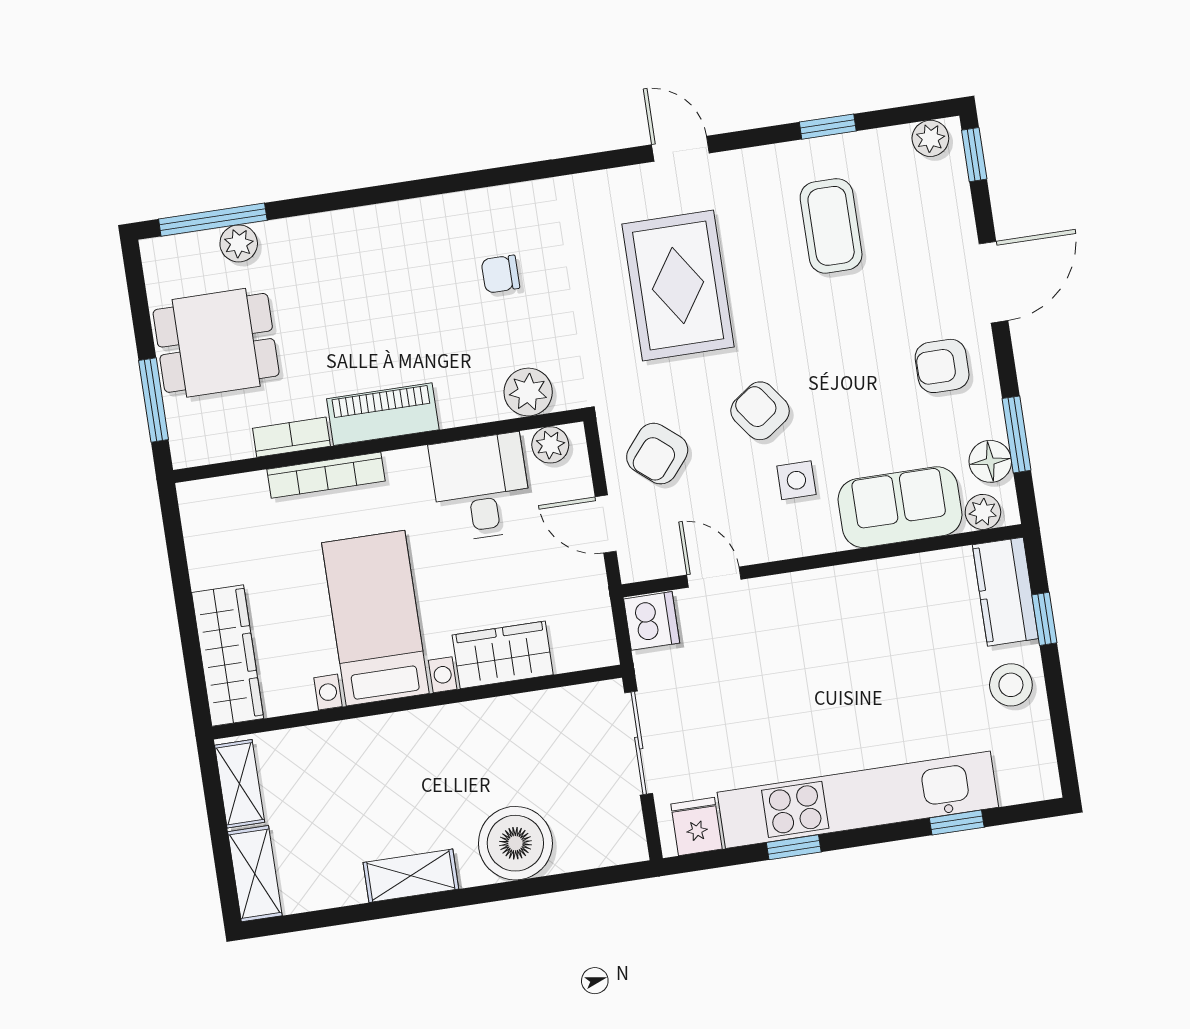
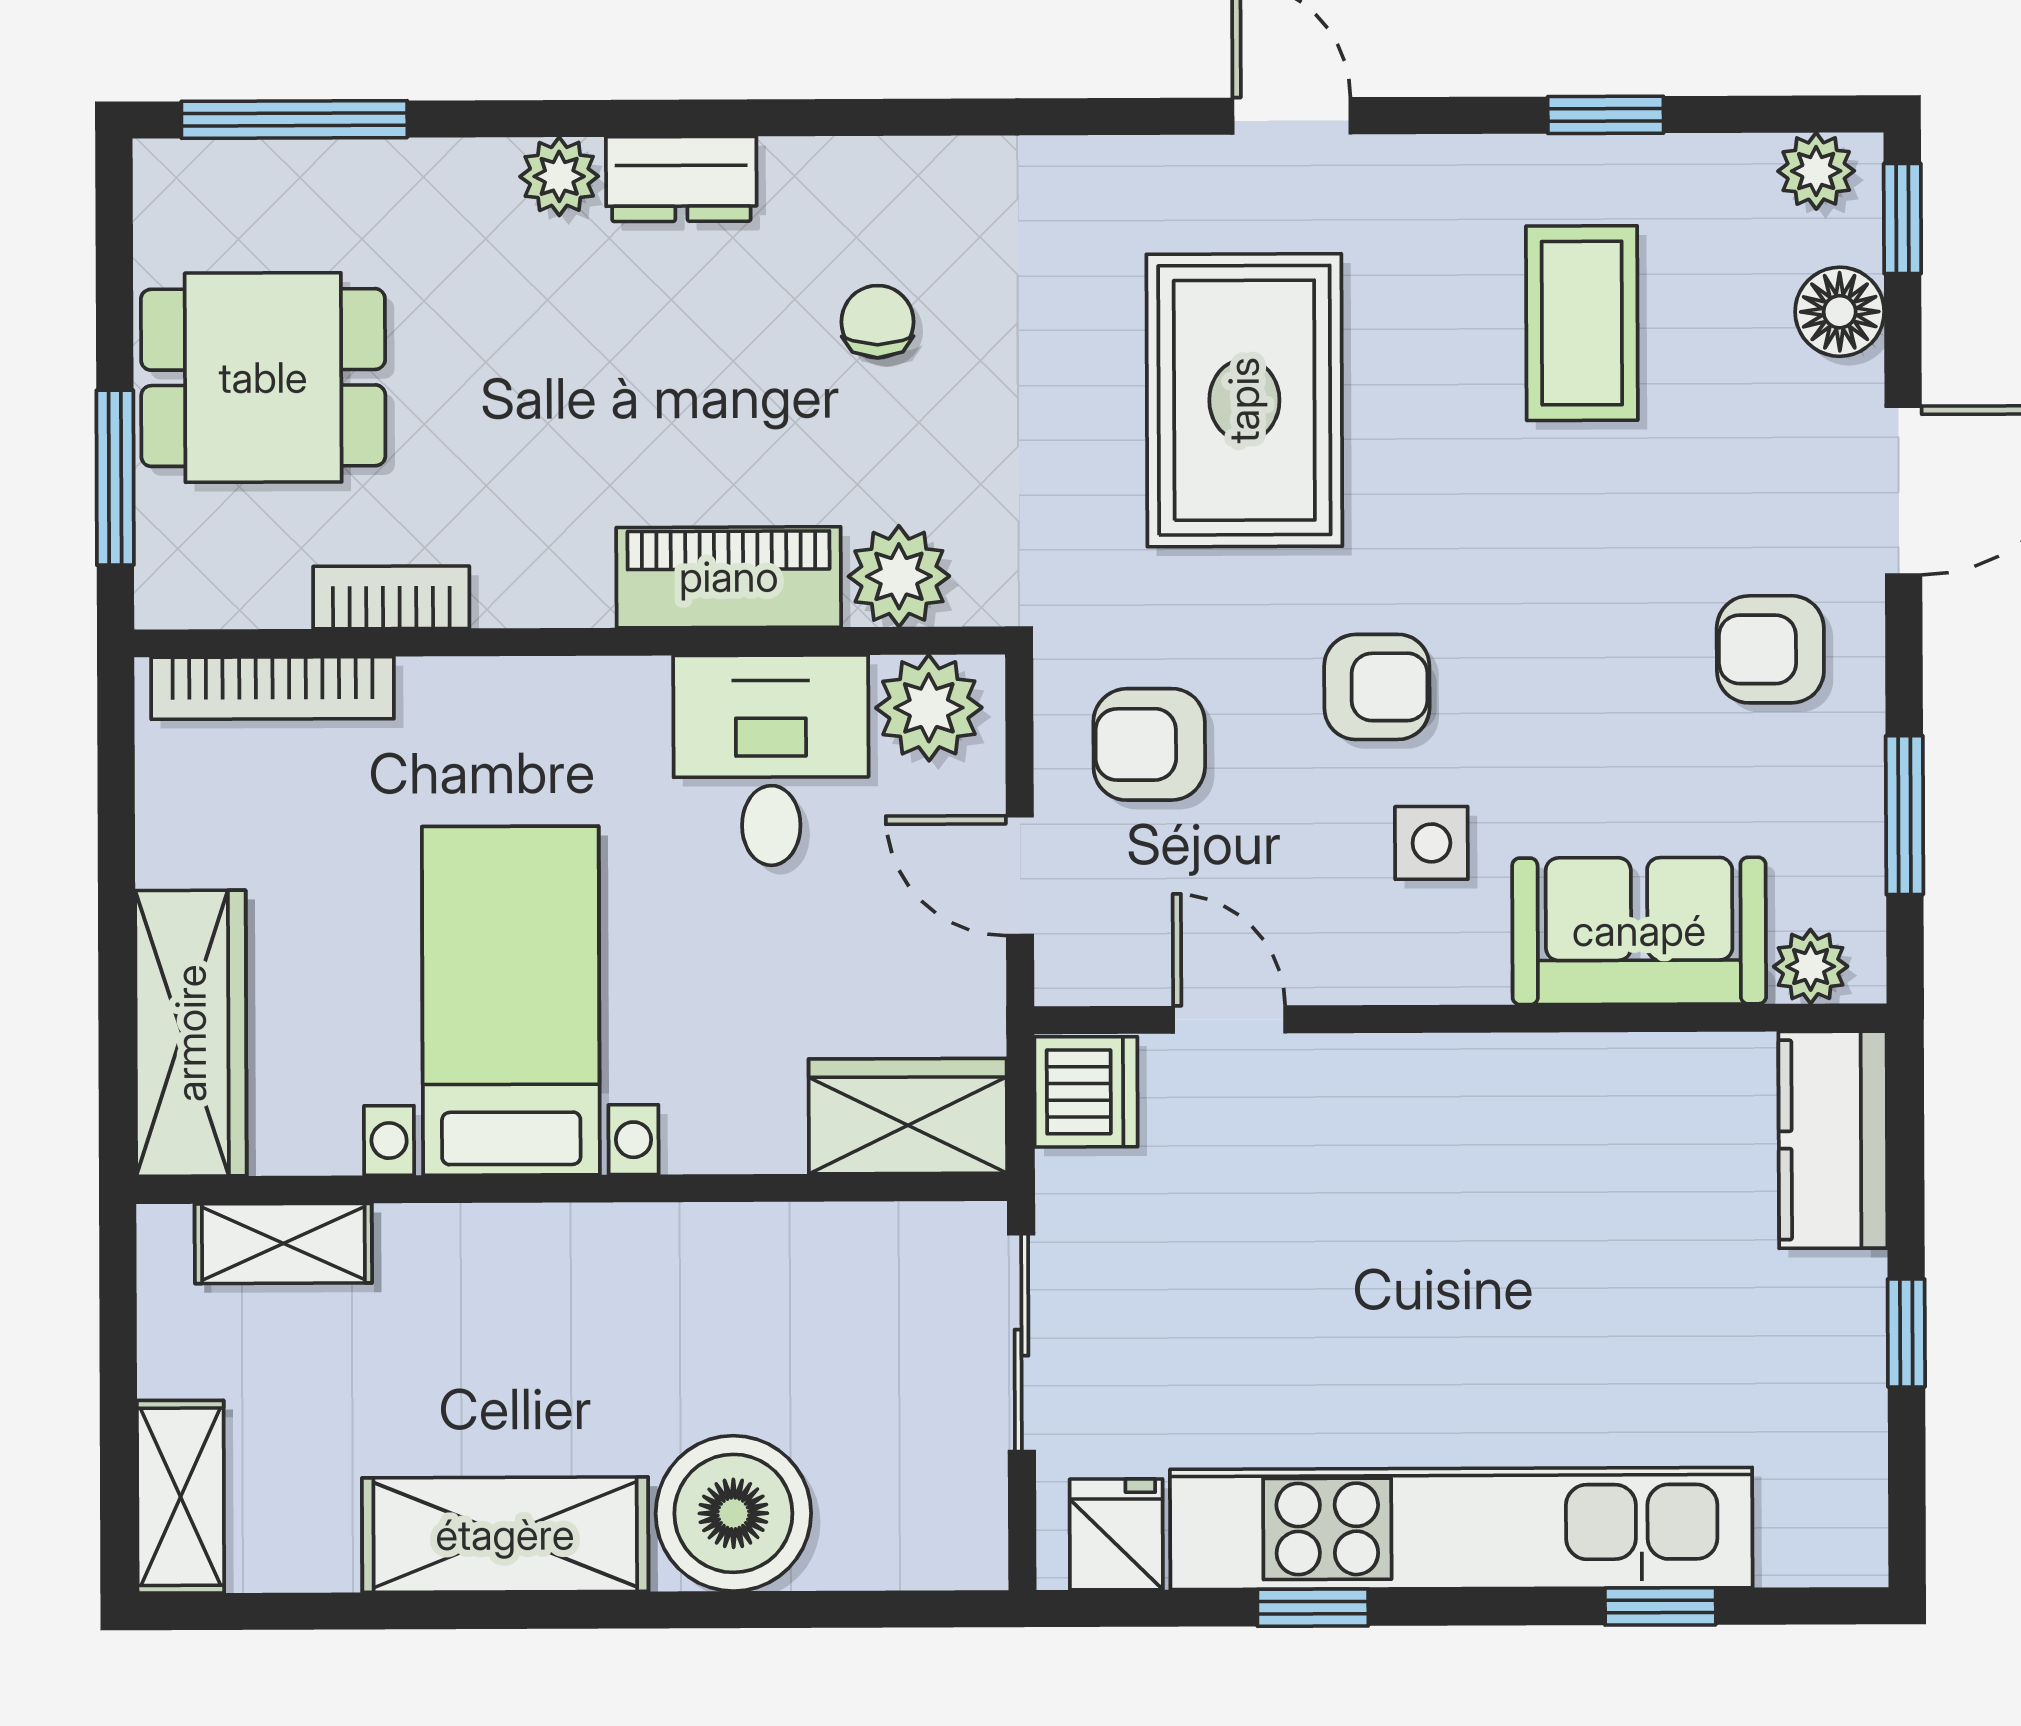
dresser: (398, 221) -> (681, 179), added
plant: (239, 243) -> (559, 176), moved
chair: (500, 274) -> (878, 322), turned 90
armchair: (760, 411) -> (1377, 687), turned 126
piano: (383, 414) -> (729, 577), moved
plant: (550, 445) -> (929, 708), width x1.38, depth x1.38
armchair: (657, 454) -> (1149, 744), turned 50
floor lamp: (990, 461) -> (1840, 312), moved
bookcase: (326, 475) -> (273, 688), moved
window: (1044, 619) -> (1906, 1333), moved
wardrobe: (503, 655) -> (908, 1116), moved
stool: (1011, 685) -> (1816, 1336), removed
shelving: (240, 784) -> (283, 1243), moved, turned 90
shelving: (411, 876) -> (505, 1535), width x1.50, depth x1.33

